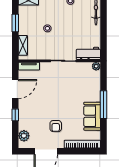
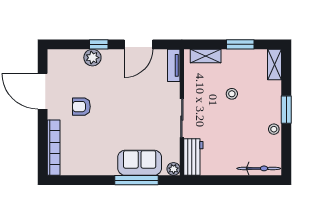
door: (15, 89) -> (138, 44), hinge flipped
window: (103, 105) -> (136, 180), moved
sofa: (92, 116) -> (140, 163), moved
plant: (24, 136) -> (92, 58), moved

